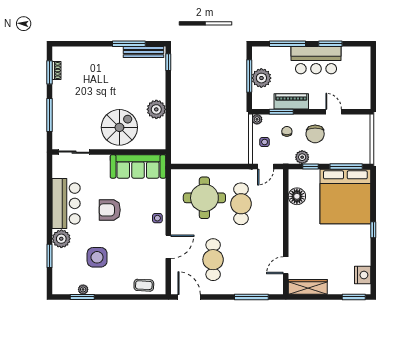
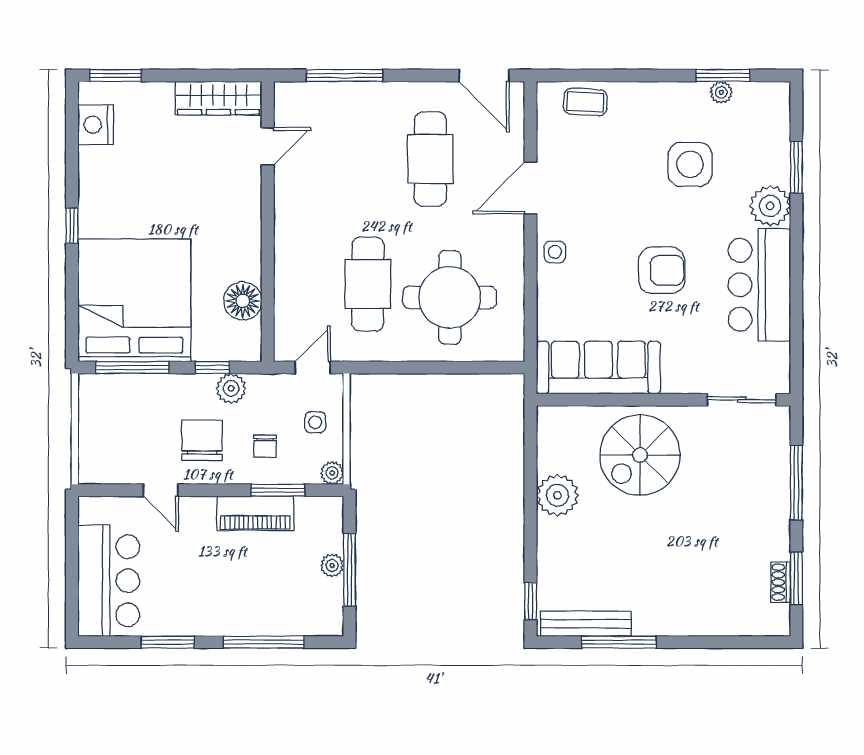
bar counter: (316, 60) -> (109, 581), moved, turned 90
plant: (261, 78) -> (332, 565), width x0.53, depth x0.53

